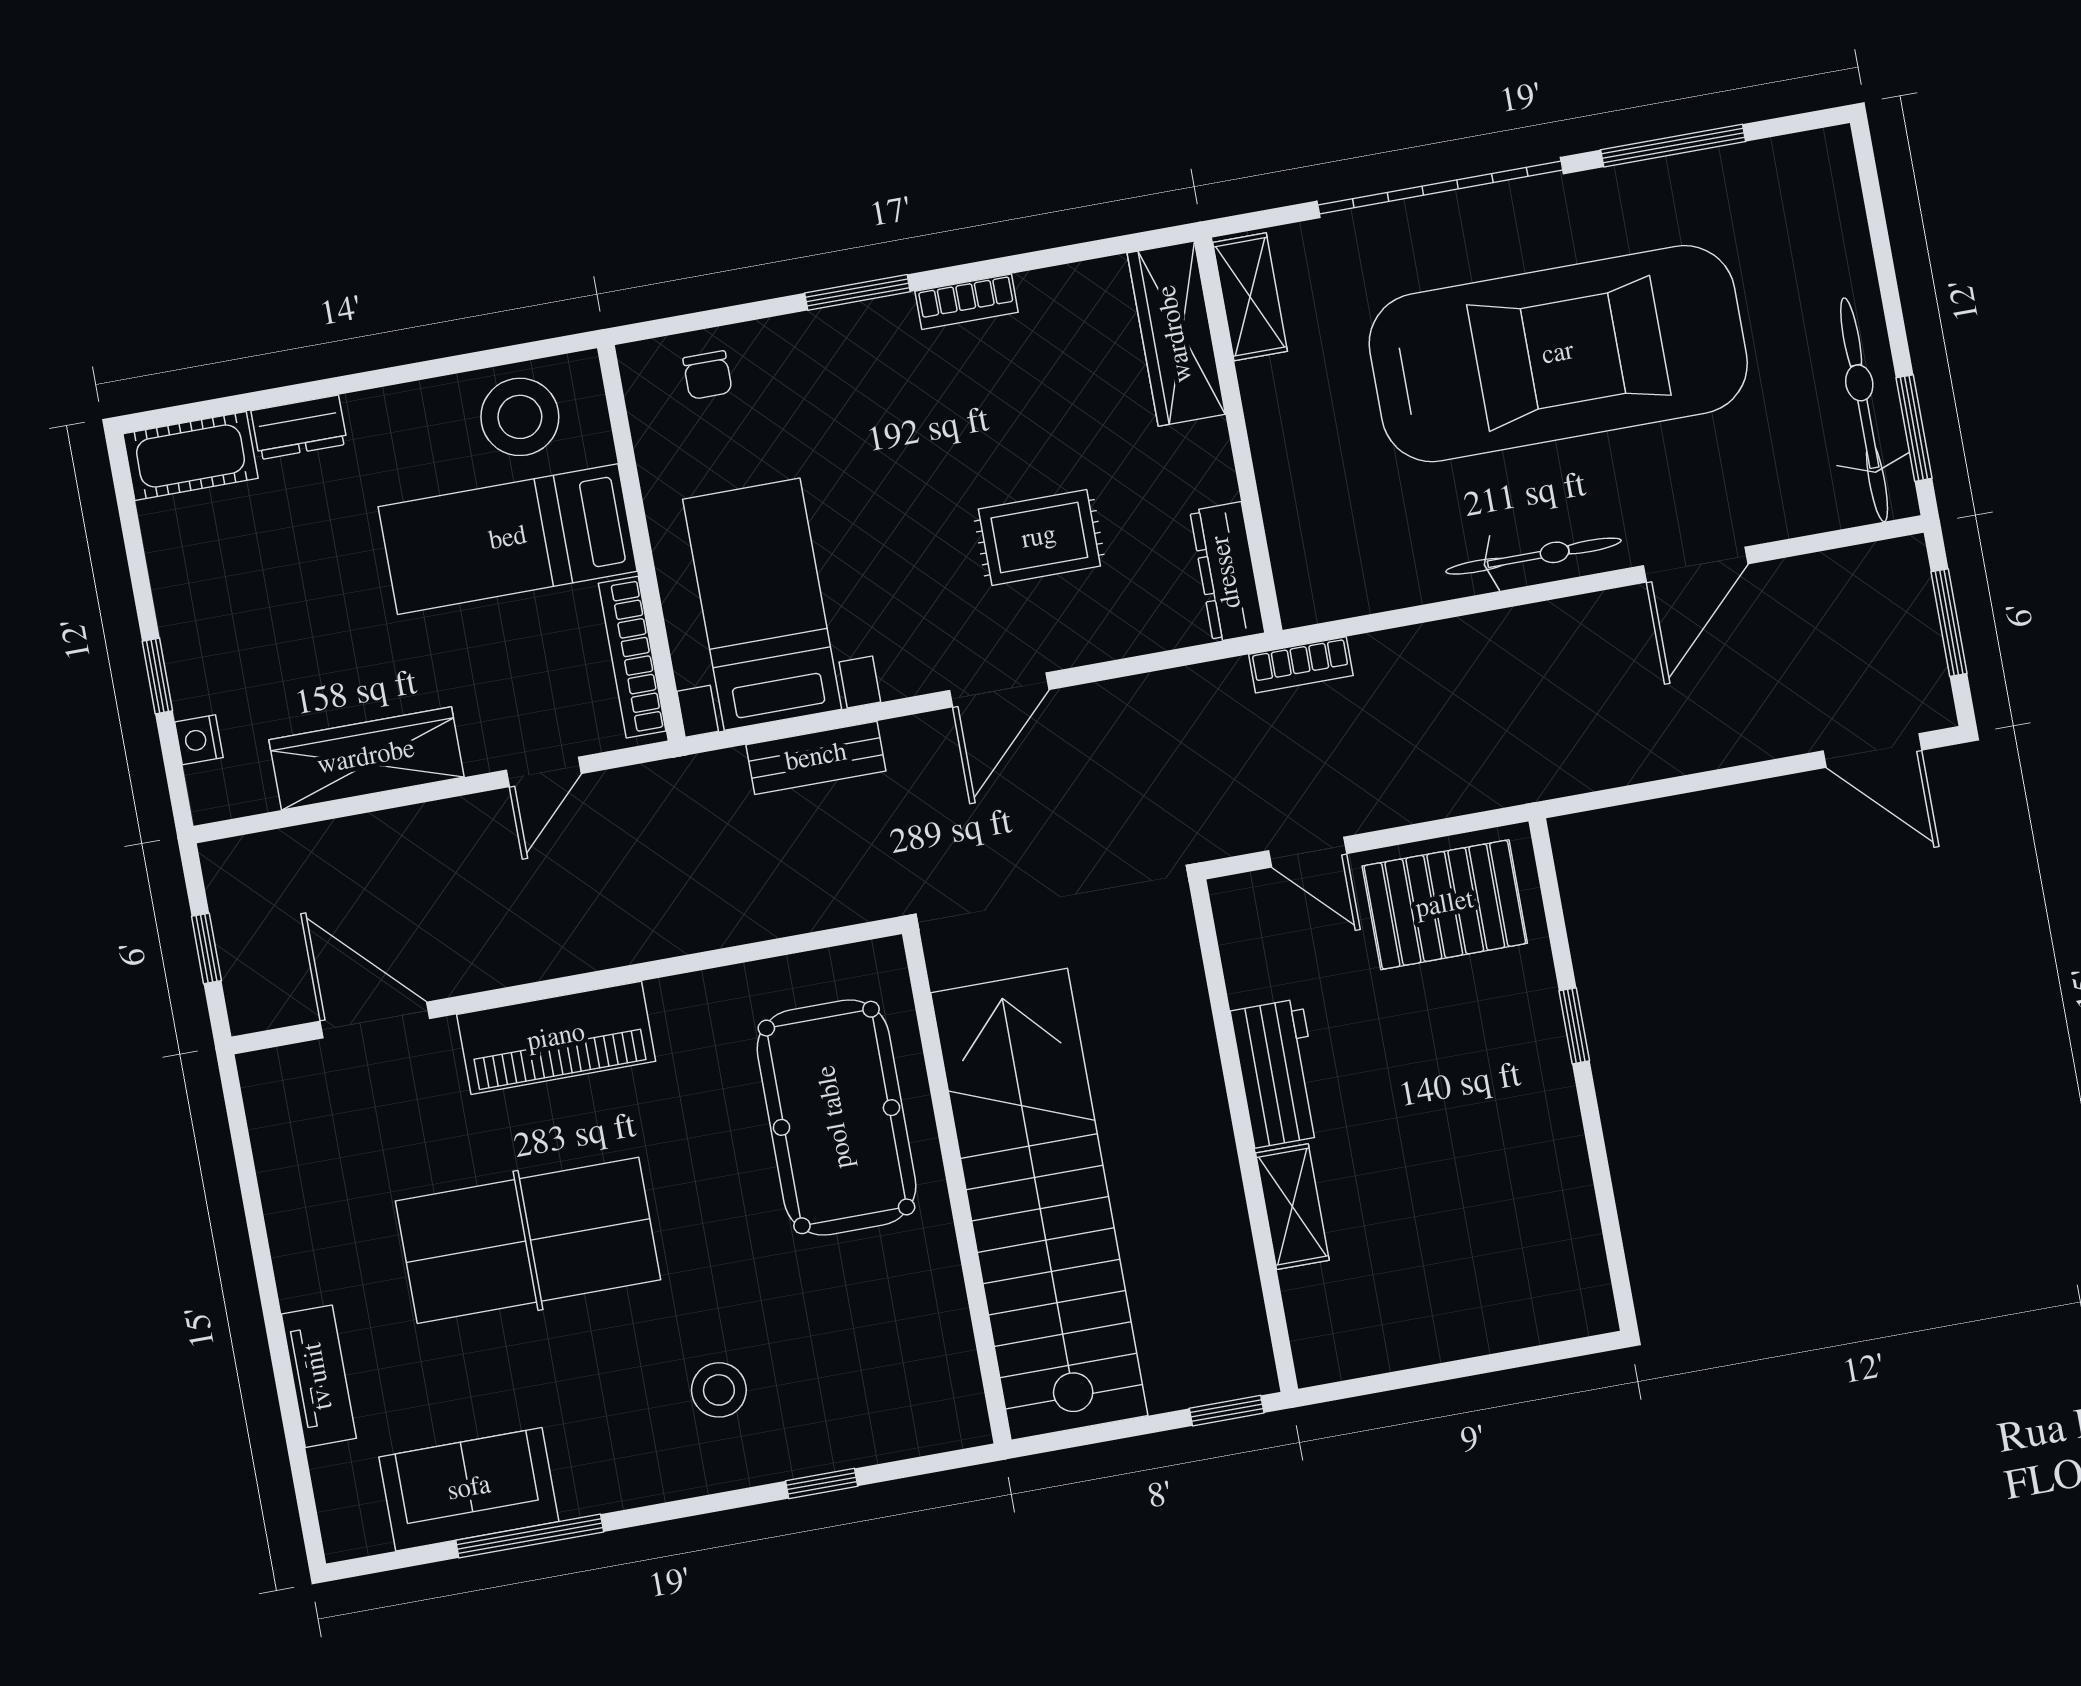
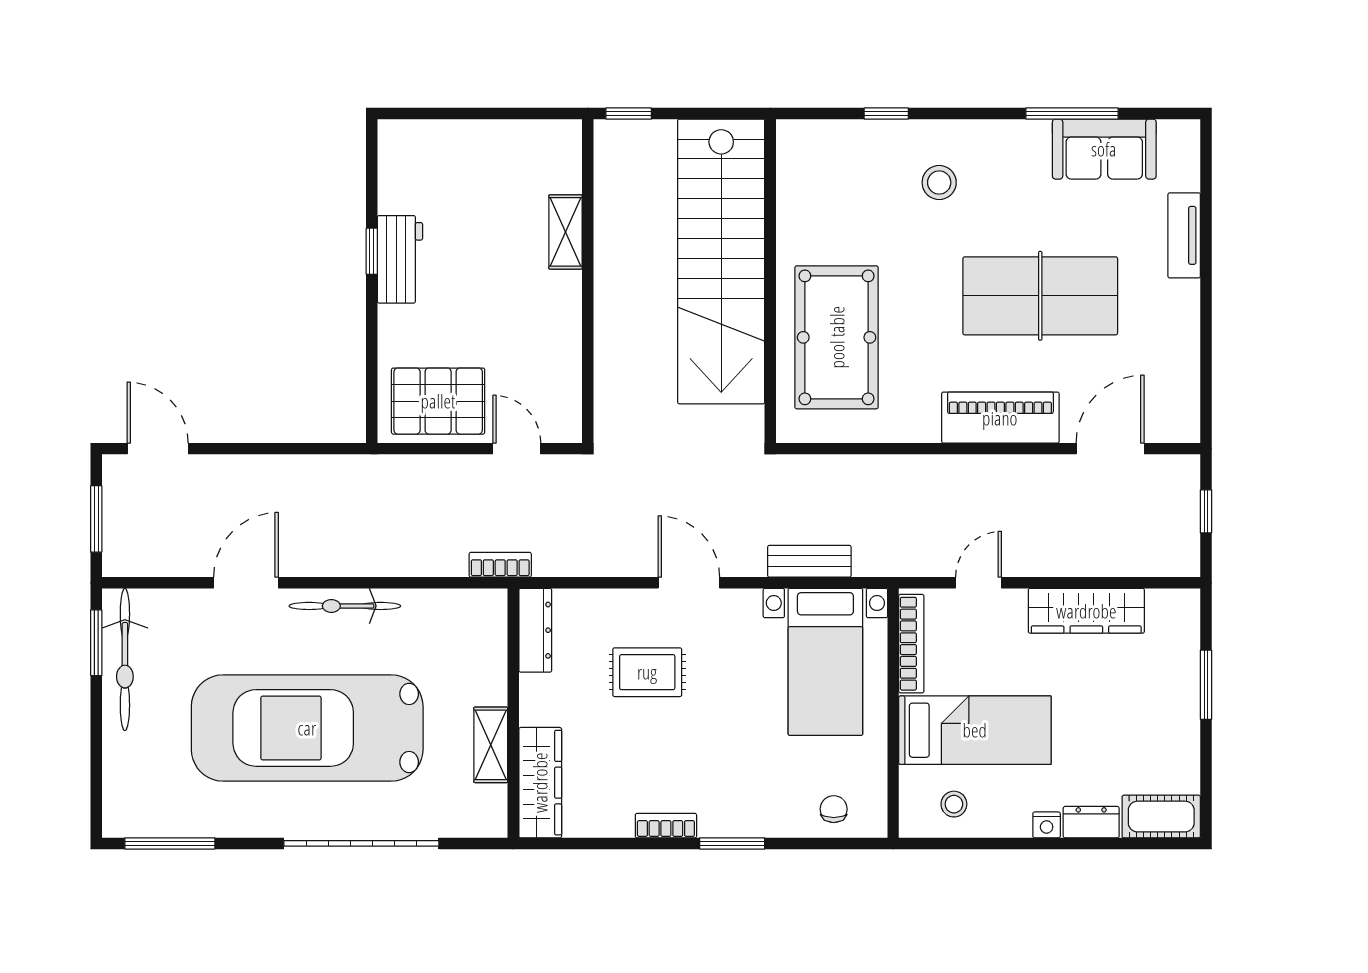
window: (1673, 146) -> (170, 843), moved
shelving: (1250, 297) -> (491, 745), moved
stool: (520, 417) -> (954, 804), width x0.53, depth x0.53
window: (157, 676) -> (1206, 685), width x1.50
door: (999, 690) -> (689, 583), hinge flipped
nightstand: (199, 740) -> (1047, 825), moved, turned 90
door: (375, 1020) -> (1110, 449), swing flipped
window: (1574, 1026) -> (372, 251), moved
workbench: (1278, 1073) -> (400, 259), moved, turned 180

